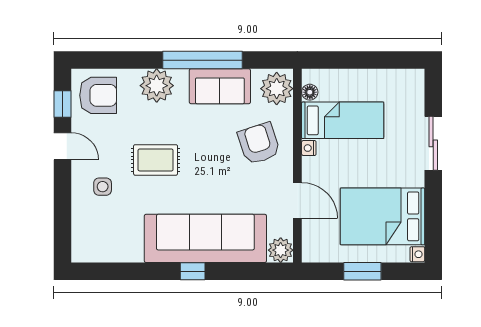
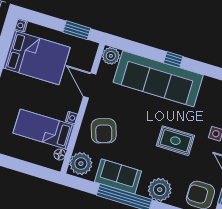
window: (362, 271) -> (77, 30), moved

